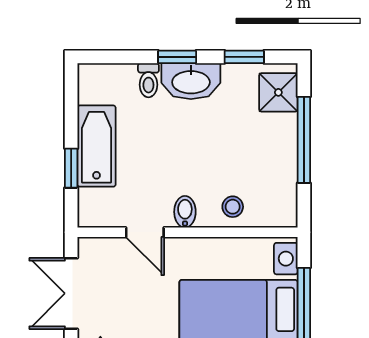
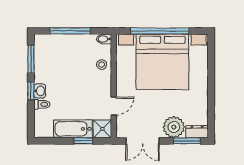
window: (244, 57) -> (31, 59), width x1.50
washbasin: (191, 81) -> (40, 91), width x0.52, depth x0.69
shower: (278, 92) -> (102, 129), moved
bidet: (185, 212) -> (104, 39), moved

